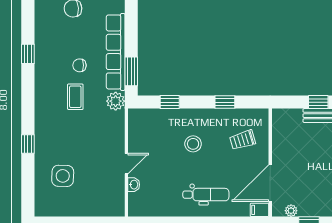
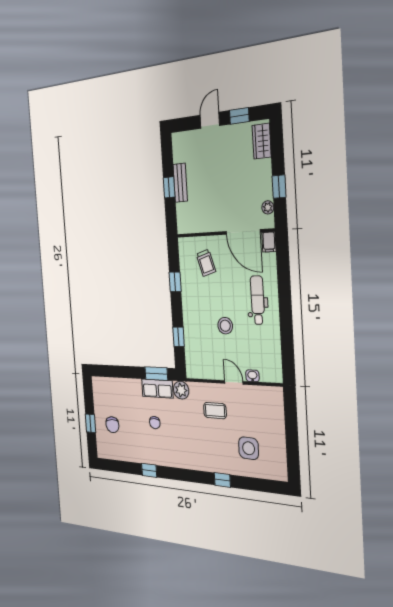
row of seats: (116, 52) -> (157, 389), width x0.50
coffee table: (75, 97) -> (215, 411), moved
stool: (193, 144) -> (225, 326), moved

